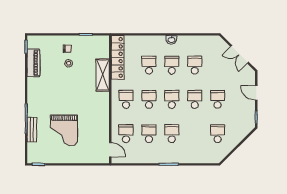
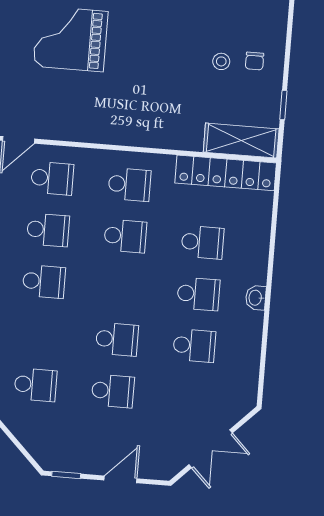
double door: (240, 54) -> (211, 449), swing flipped
shelving: (103, 75) -> (241, 141), moved
school desk: (172, 99) -> (121, 288), removed

